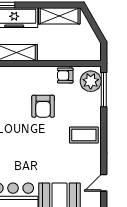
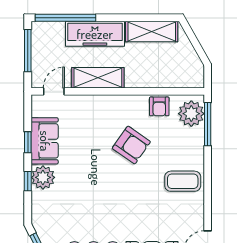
armchair: (65, 76) -> (159, 106), turned -90
armchair: (43, 106) -> (131, 145), turned -55

